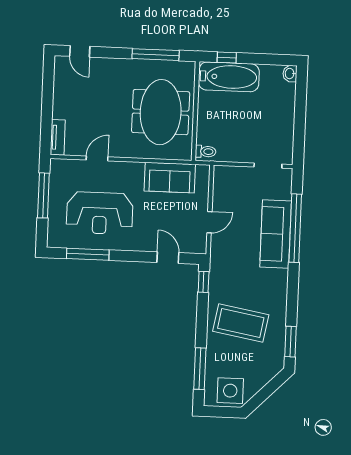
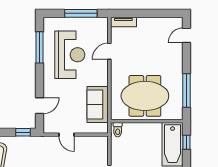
door: (97, 158) -> (109, 51), swing flipped
reception desk: (100, 213) -> (70, 55), turned 180

